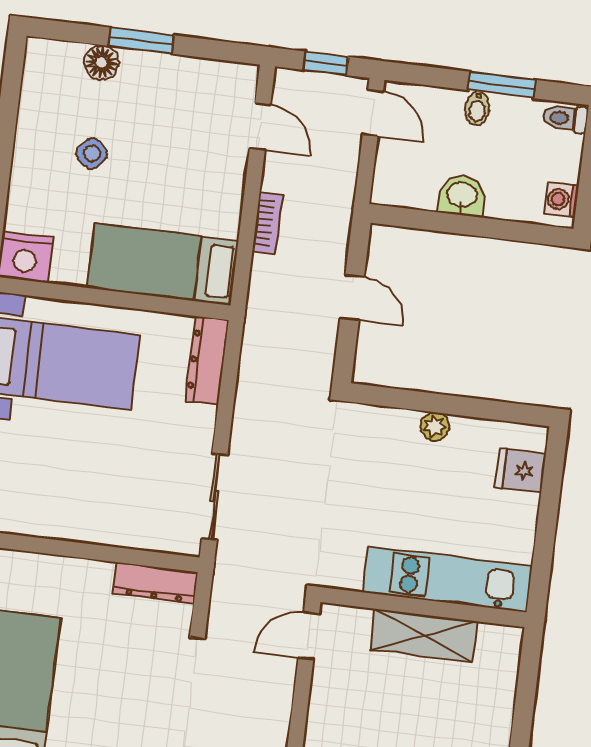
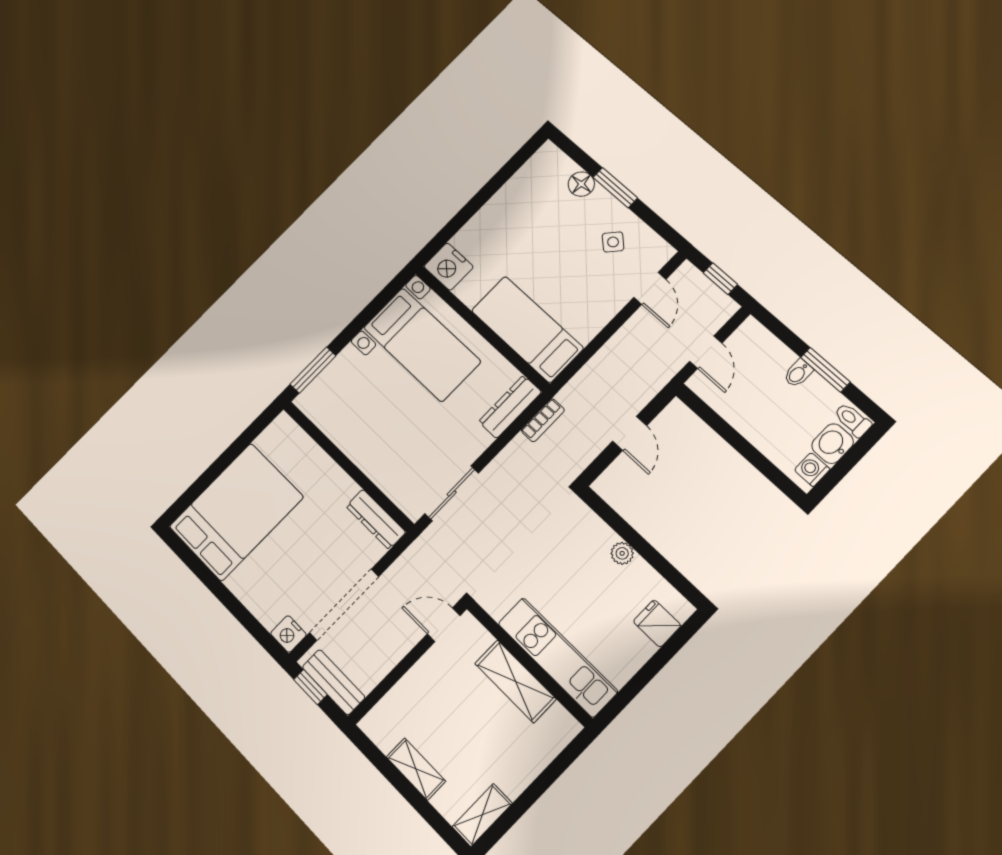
door: (373, 113) -> (706, 352), moved
side table: (92, 154) -> (613, 242), moved
washbasin: (462, 196) -> (833, 444), moved, turned -90
bookcase: (268, 223) -> (543, 420), moved

